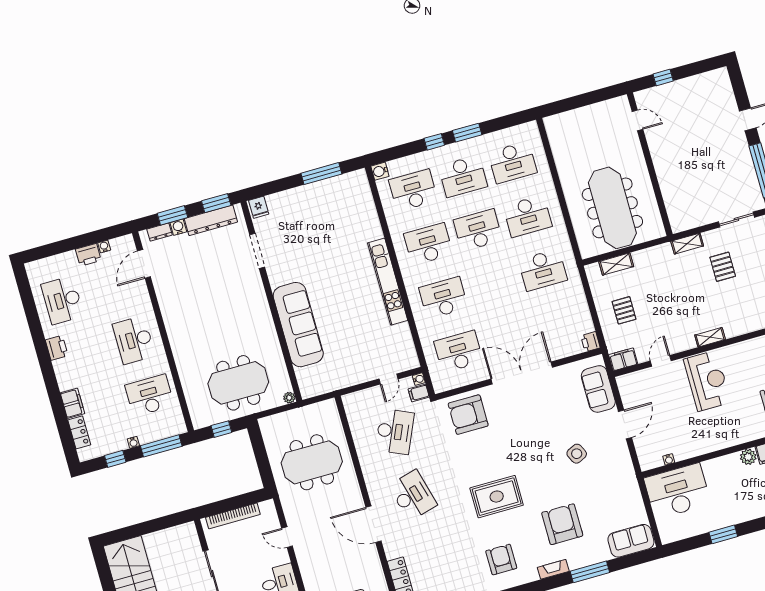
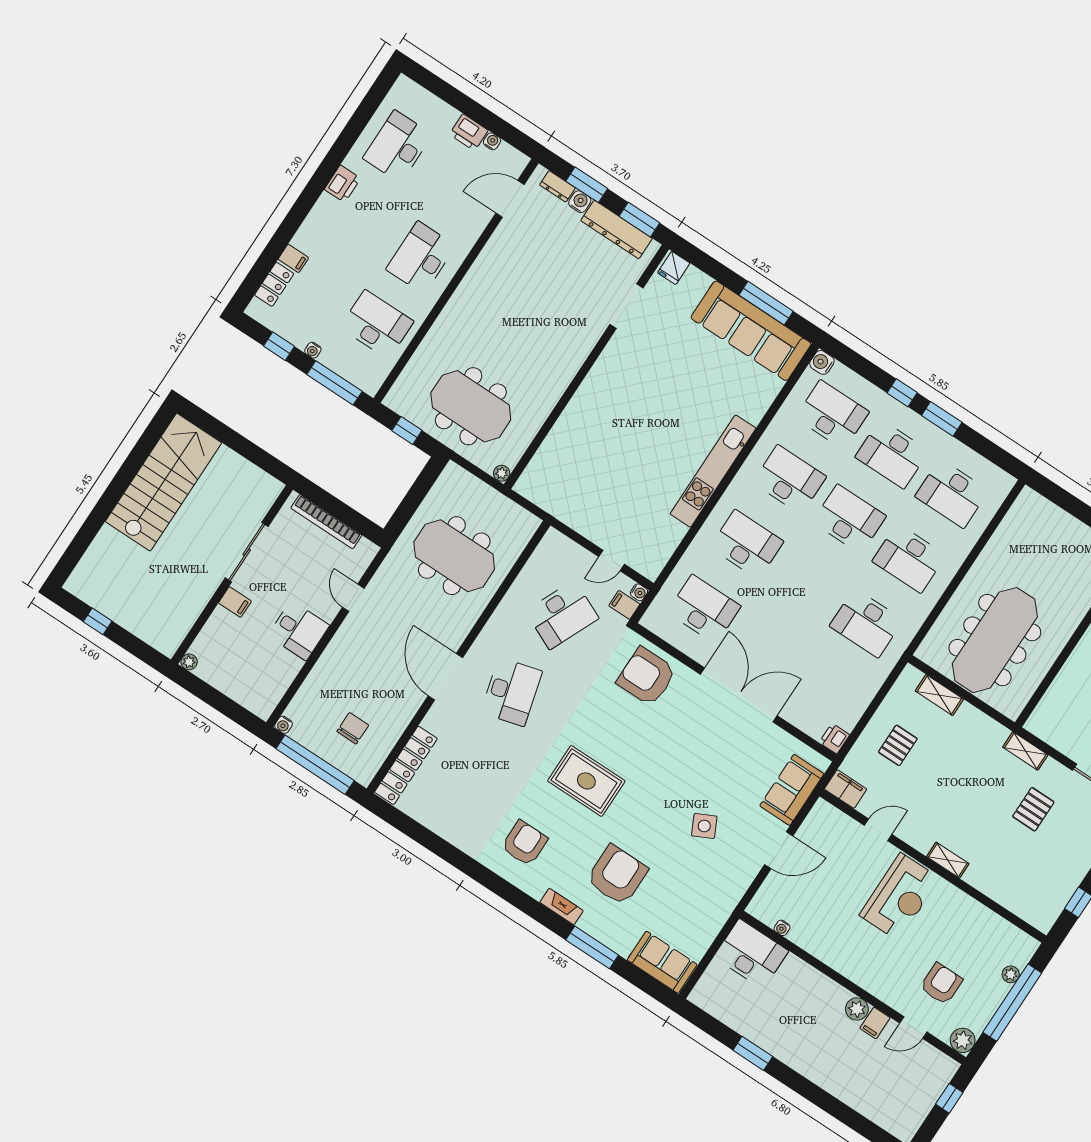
sofa: (298, 325) -> (751, 331), moved, turned 90
filing cabinet: (72, 403) -> (293, 258), width x0.50
desk: (677, 491) -> (751, 954), width x0.73, depth x0.77

